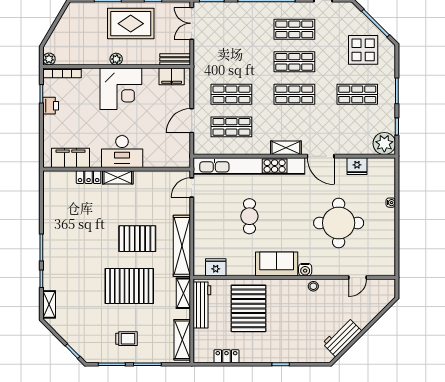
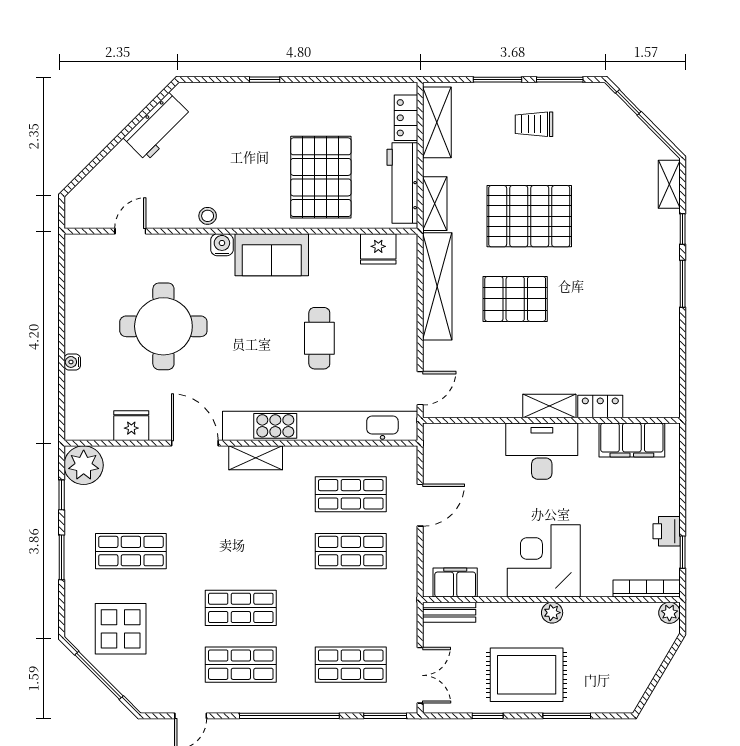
shop shelf: (294, 94) -> (351, 665), moved
locker: (226, 356) -> (406, 118), moved, turned 90

